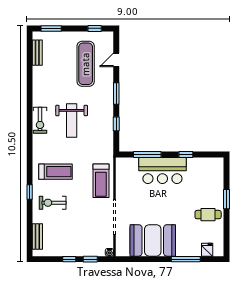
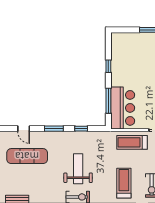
weight bench: (72, 121) -> (78, 169), turned -90
bar counter: (162, 170) -> (123, 108), moved
treadmill: (101, 181) -> (132, 142), turned 180

